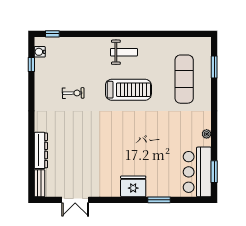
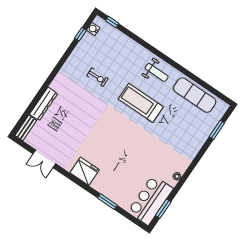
exercise mat: (184, 79) -> (195, 95), moved, turned 90
treadmill: (128, 90) -> (141, 103), turned 180
fridge: (133, 186) -> (85, 171), moved

